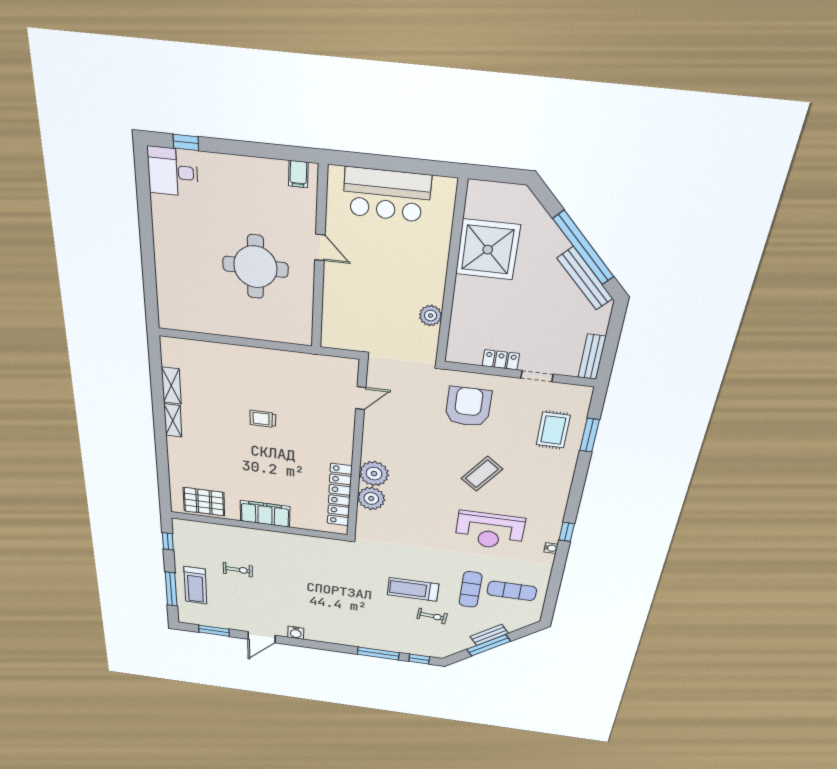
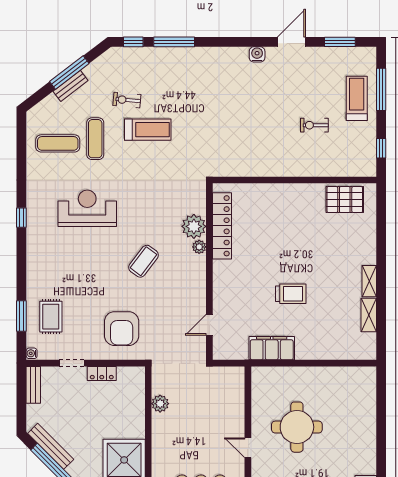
trolley: (263, 419) -> (291, 294), width x1.36, depth x1.39
plant: (374, 474) -> (199, 247), width x0.53, depth x0.53
coffee table: (482, 474) -> (144, 261), moved
filing cabinet: (265, 514) -> (272, 348), moved, turned 180
water cooler: (551, 548) -> (32, 353), moved

